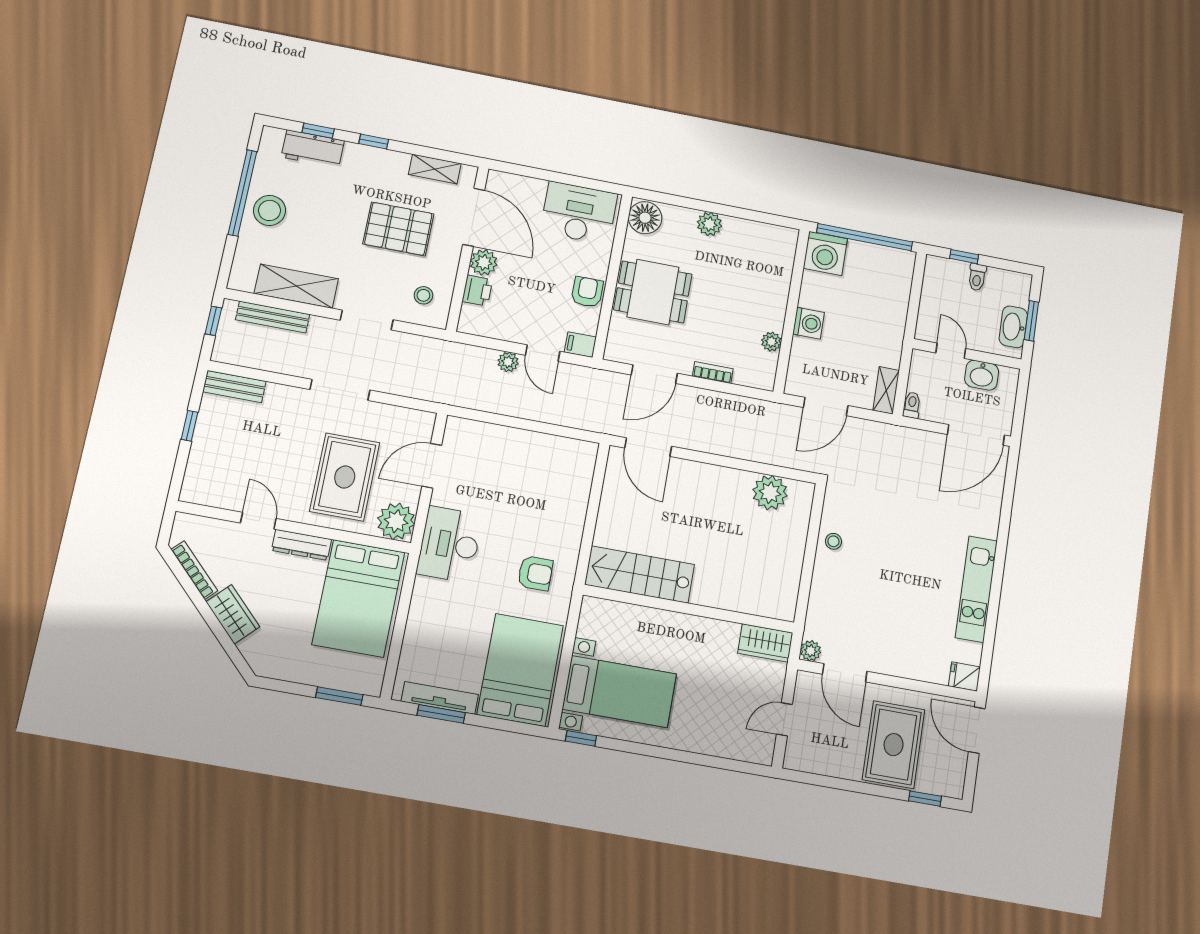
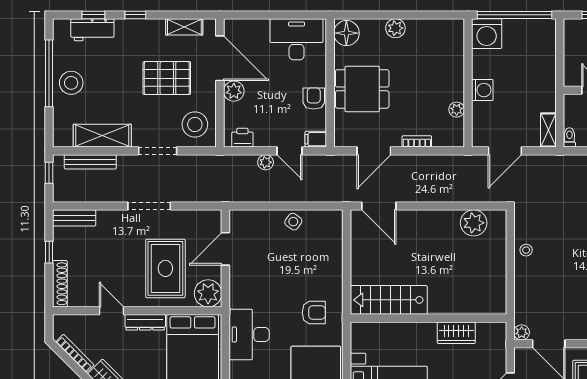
printer: (477, 291) -> (242, 138), moved, turned -90
stool: (423, 295) -> (195, 124), width x1.89, depth x1.89
side table: (530, 447) -> (293, 222), added
shoe rack: (195, 471) -> (60, 284), added
desk: (450, 544) -> (249, 334), moved
wardrobe: (765, 643) -> (456, 333), moved

